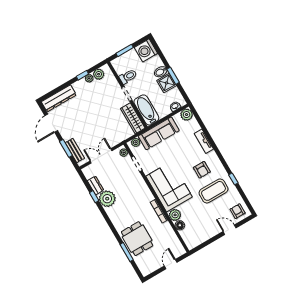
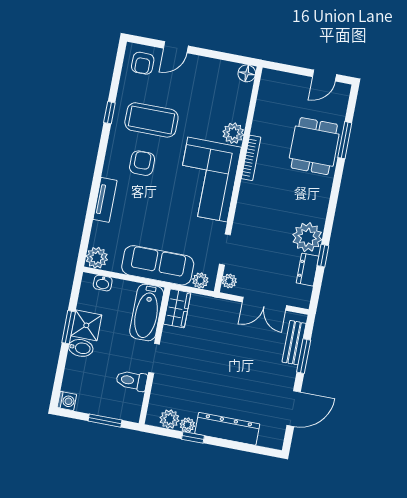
washing machine: (146, 50) -> (67, 401), width x0.53, depth x0.53
dresser: (59, 98) -> (227, 429), moved
wardrobe: (133, 118) -> (177, 308), width x0.67
floor lamp: (180, 225) -> (247, 73), moved
door: (230, 230) -> (176, 47), hinge flipped
door: (171, 264) -> (324, 76), moved

